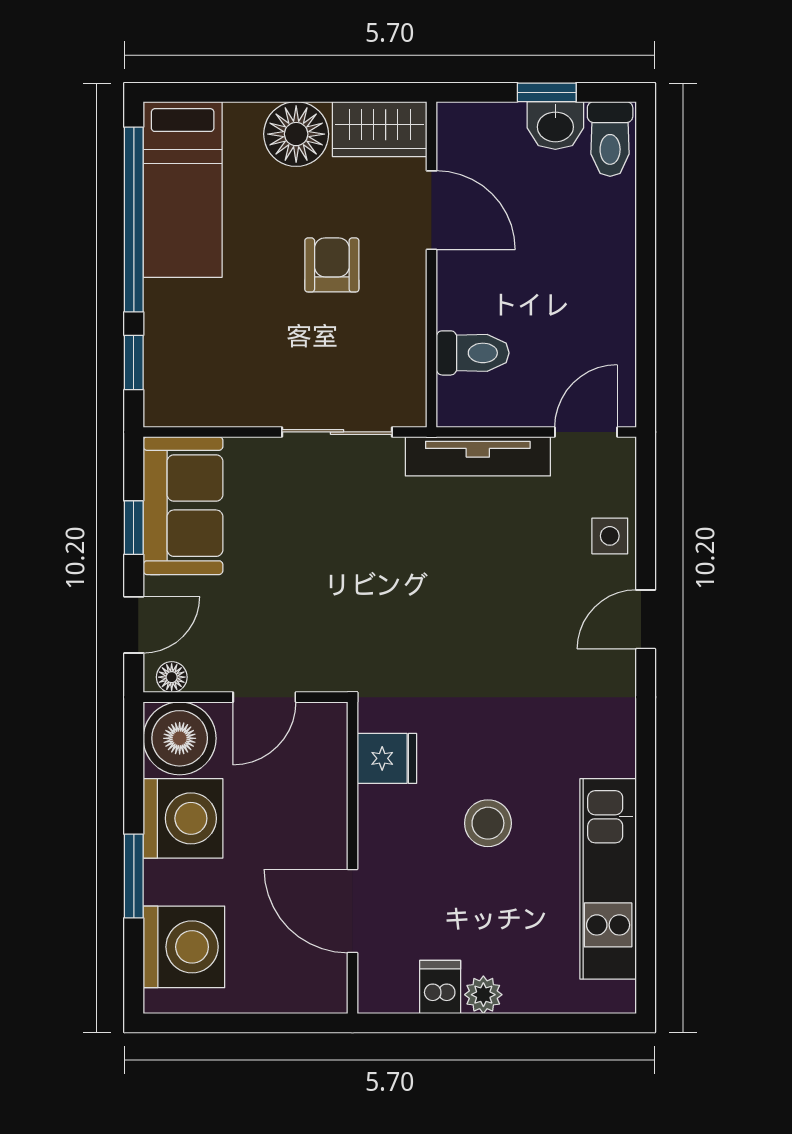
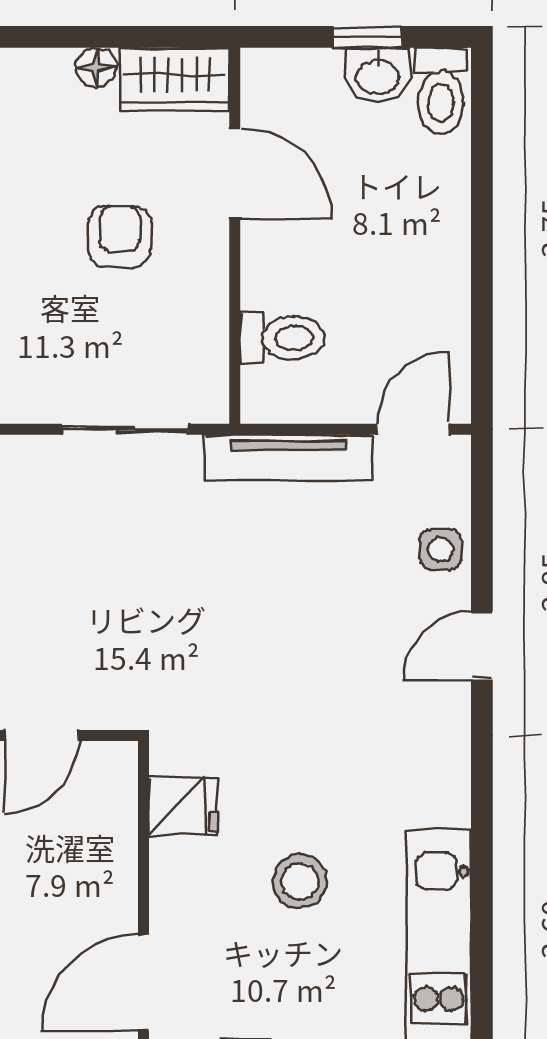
floor lamp: (296, 134) -> (96, 68), width x0.53, depth x0.53
door: (352, 911) -> (143, 983), hinge flipped

